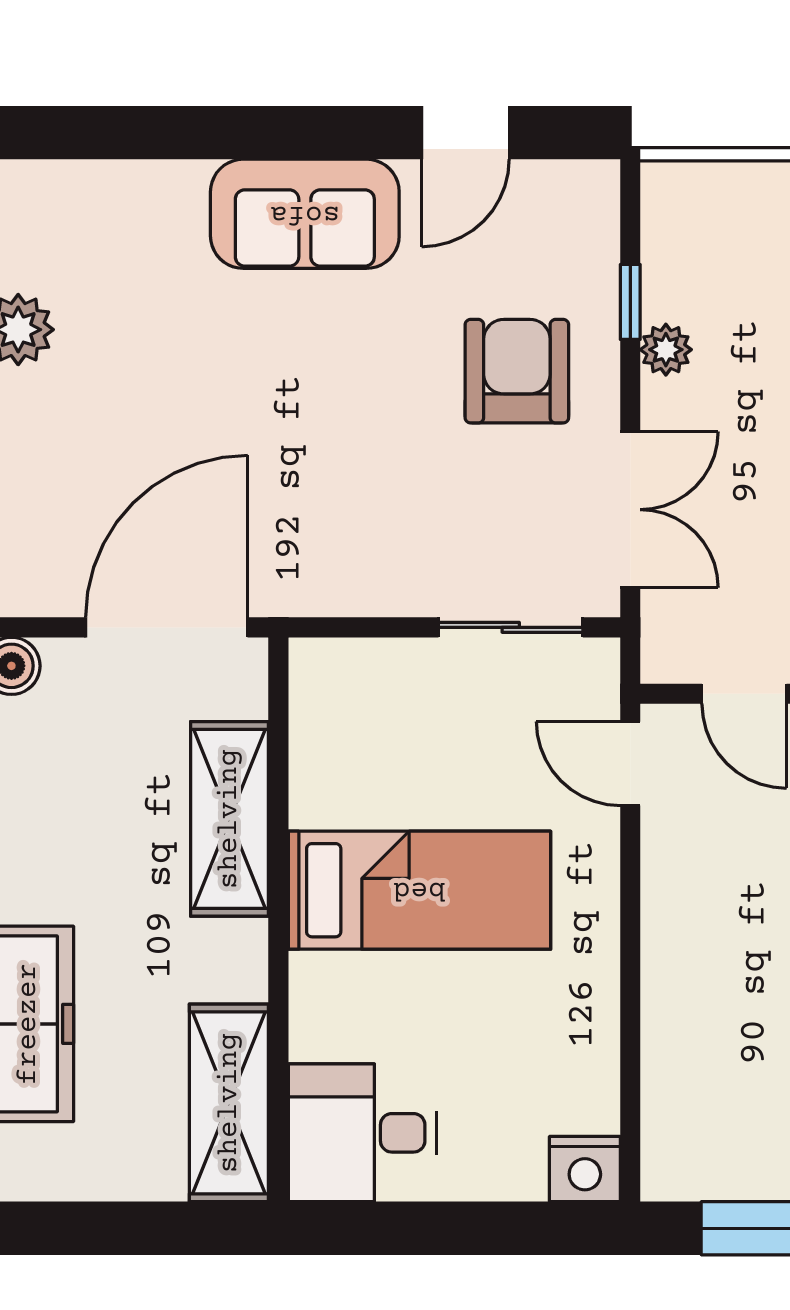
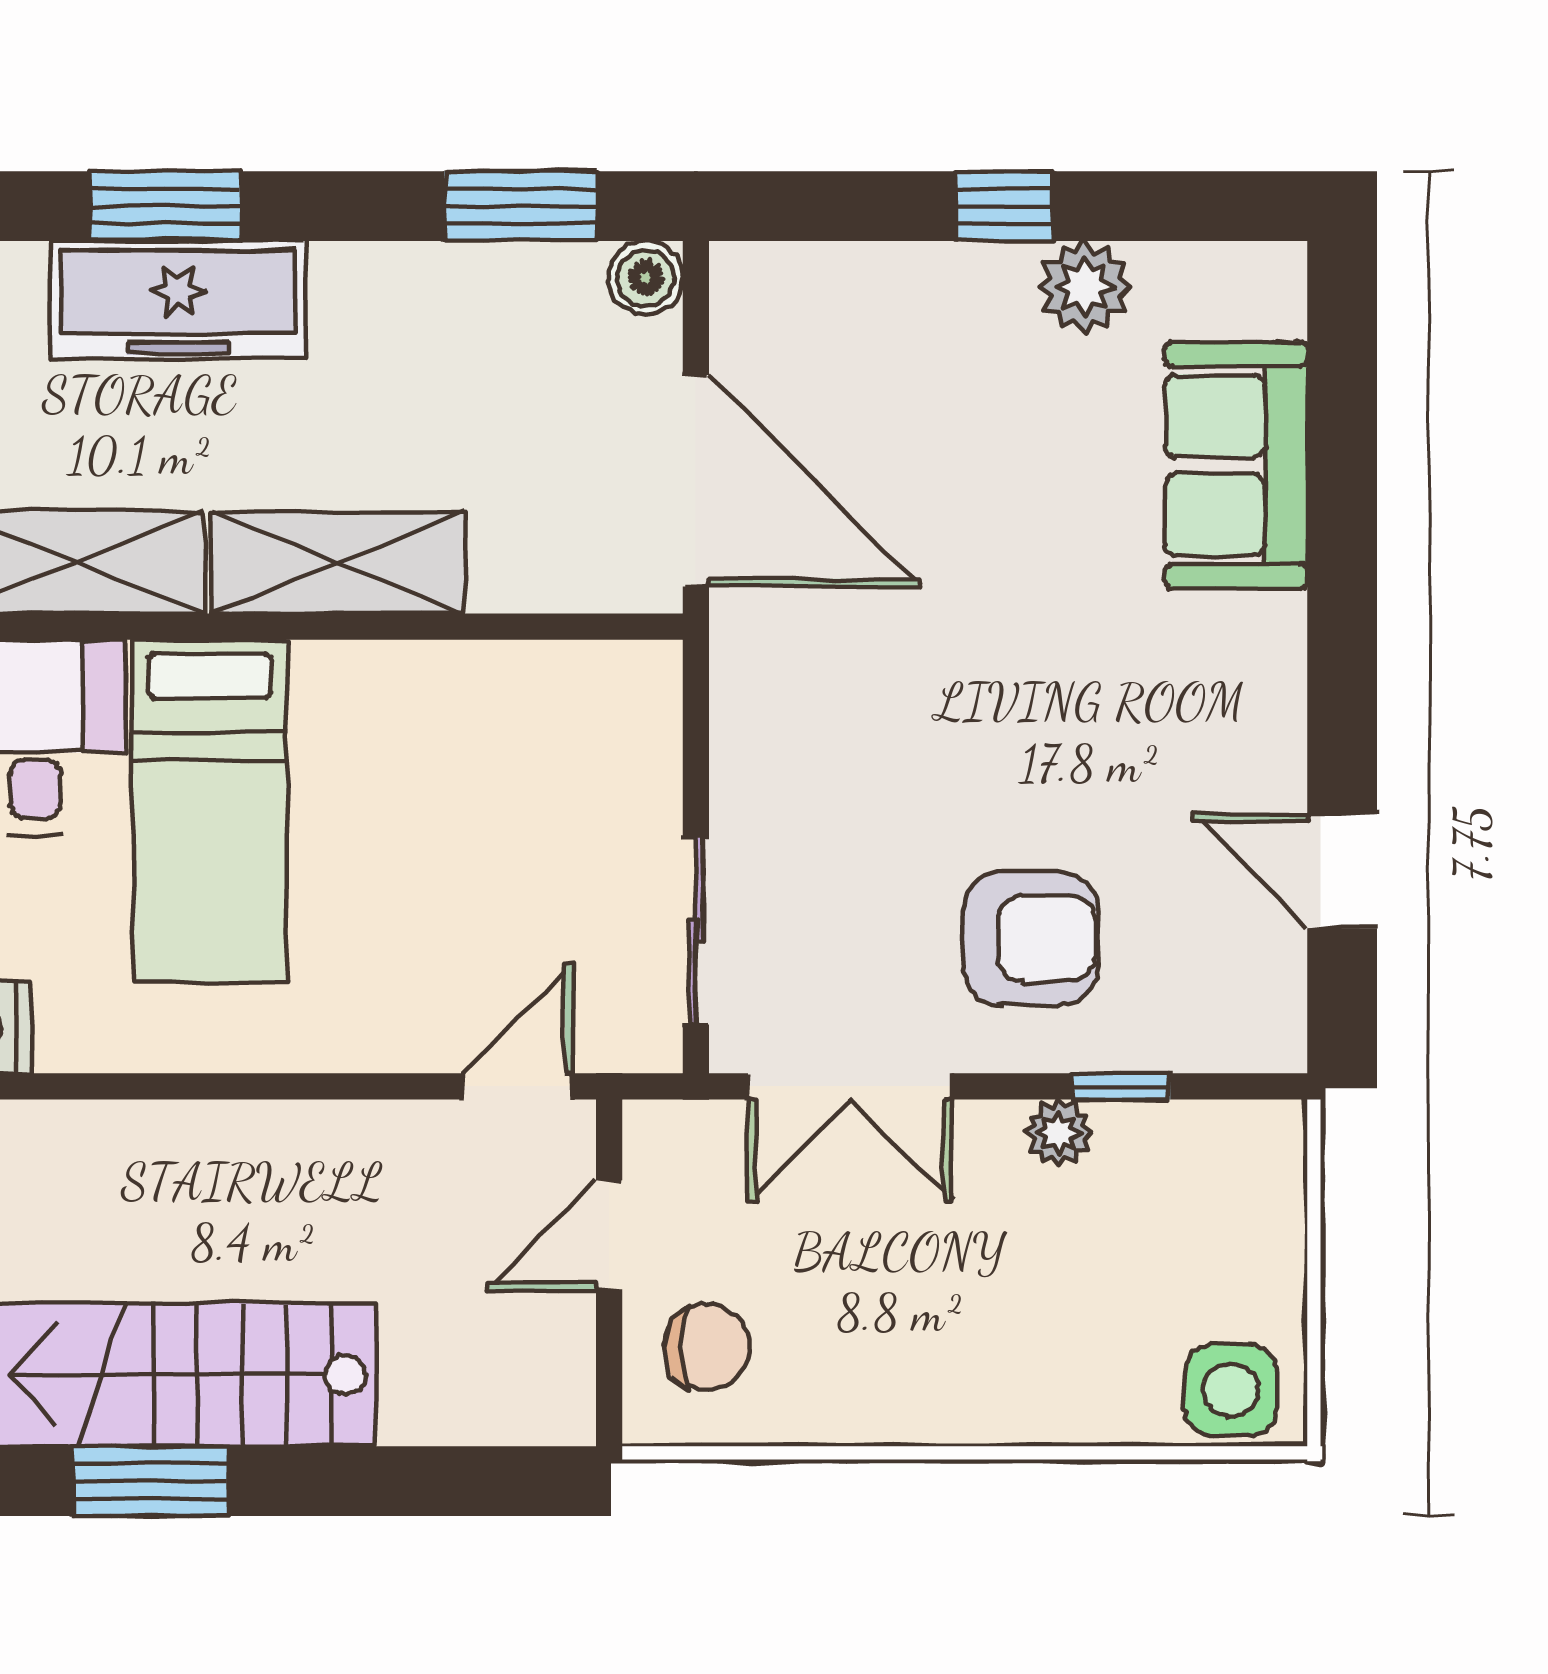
sofa: (305, 214) -> (1236, 465), moved
shelving: (229, 819) -> (338, 563), moved
bed: (419, 890) -> (210, 811), moved

